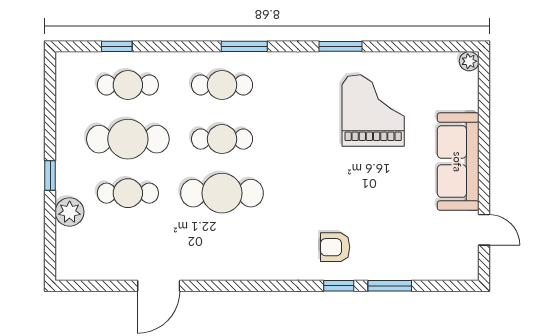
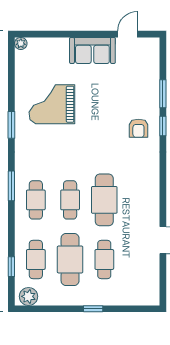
sofa: (458, 162) -> (92, 50), width x0.73
plant: (70, 212) -> (29, 296), moved

